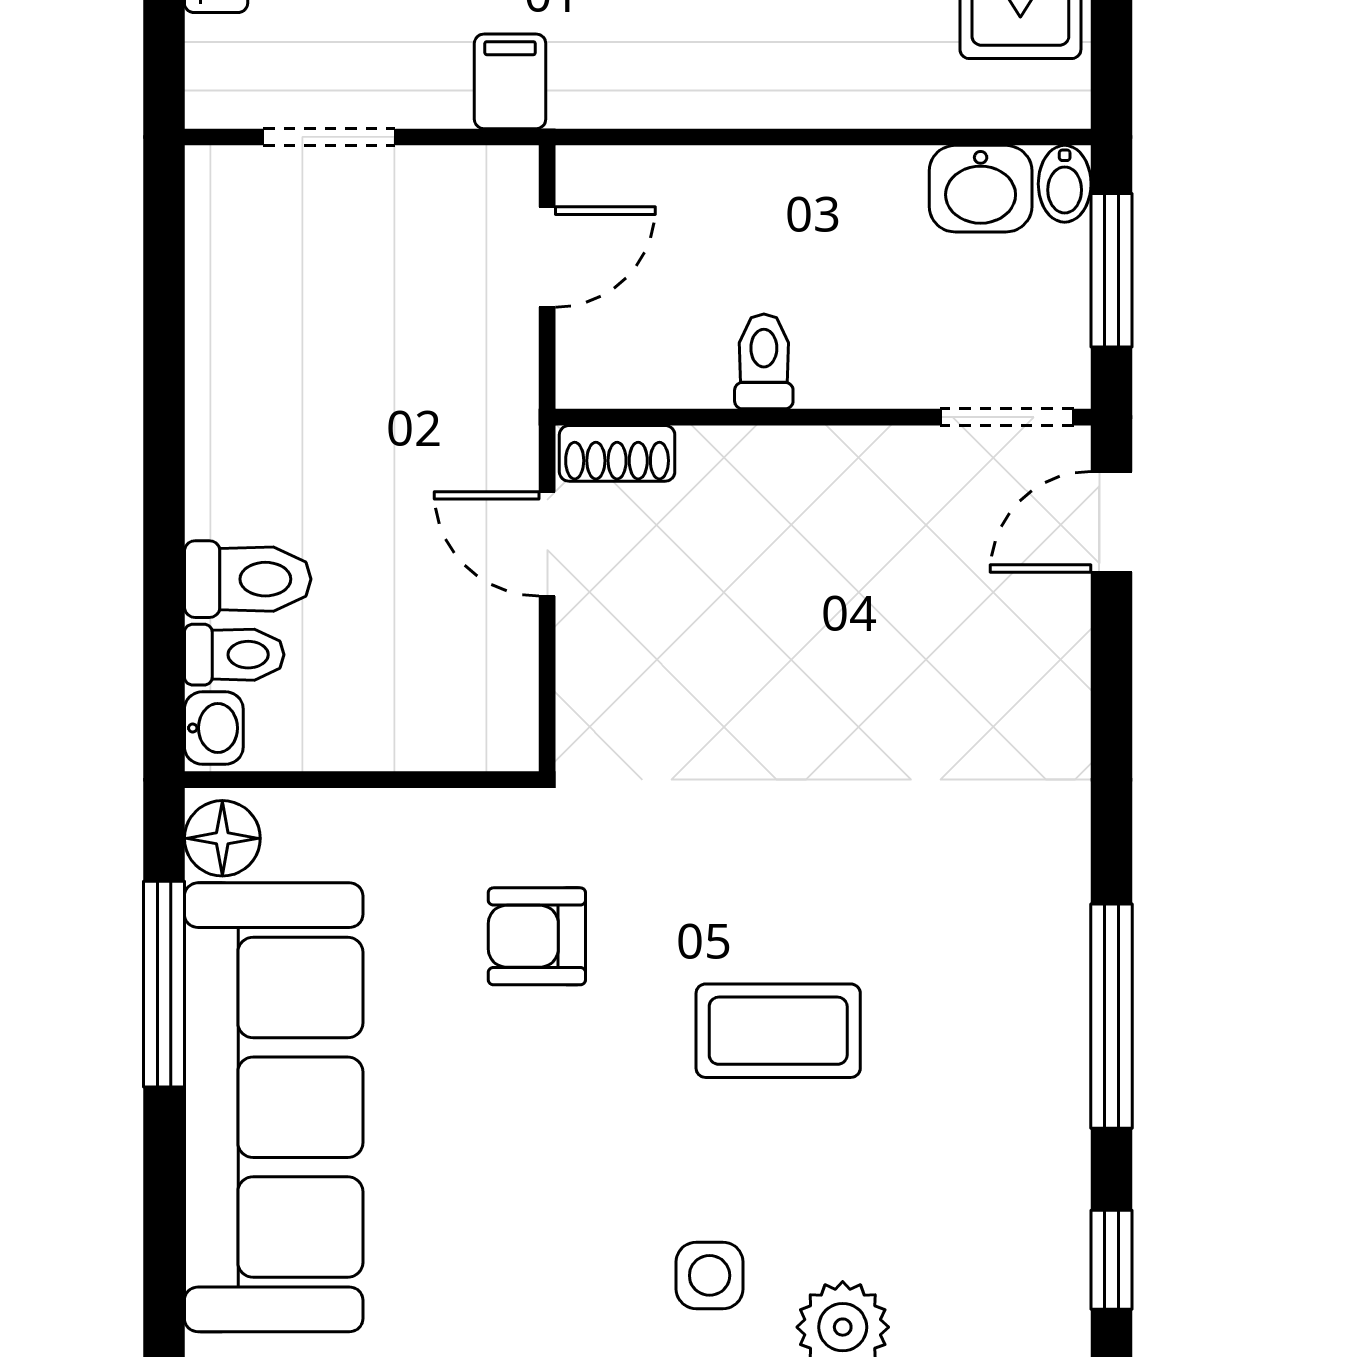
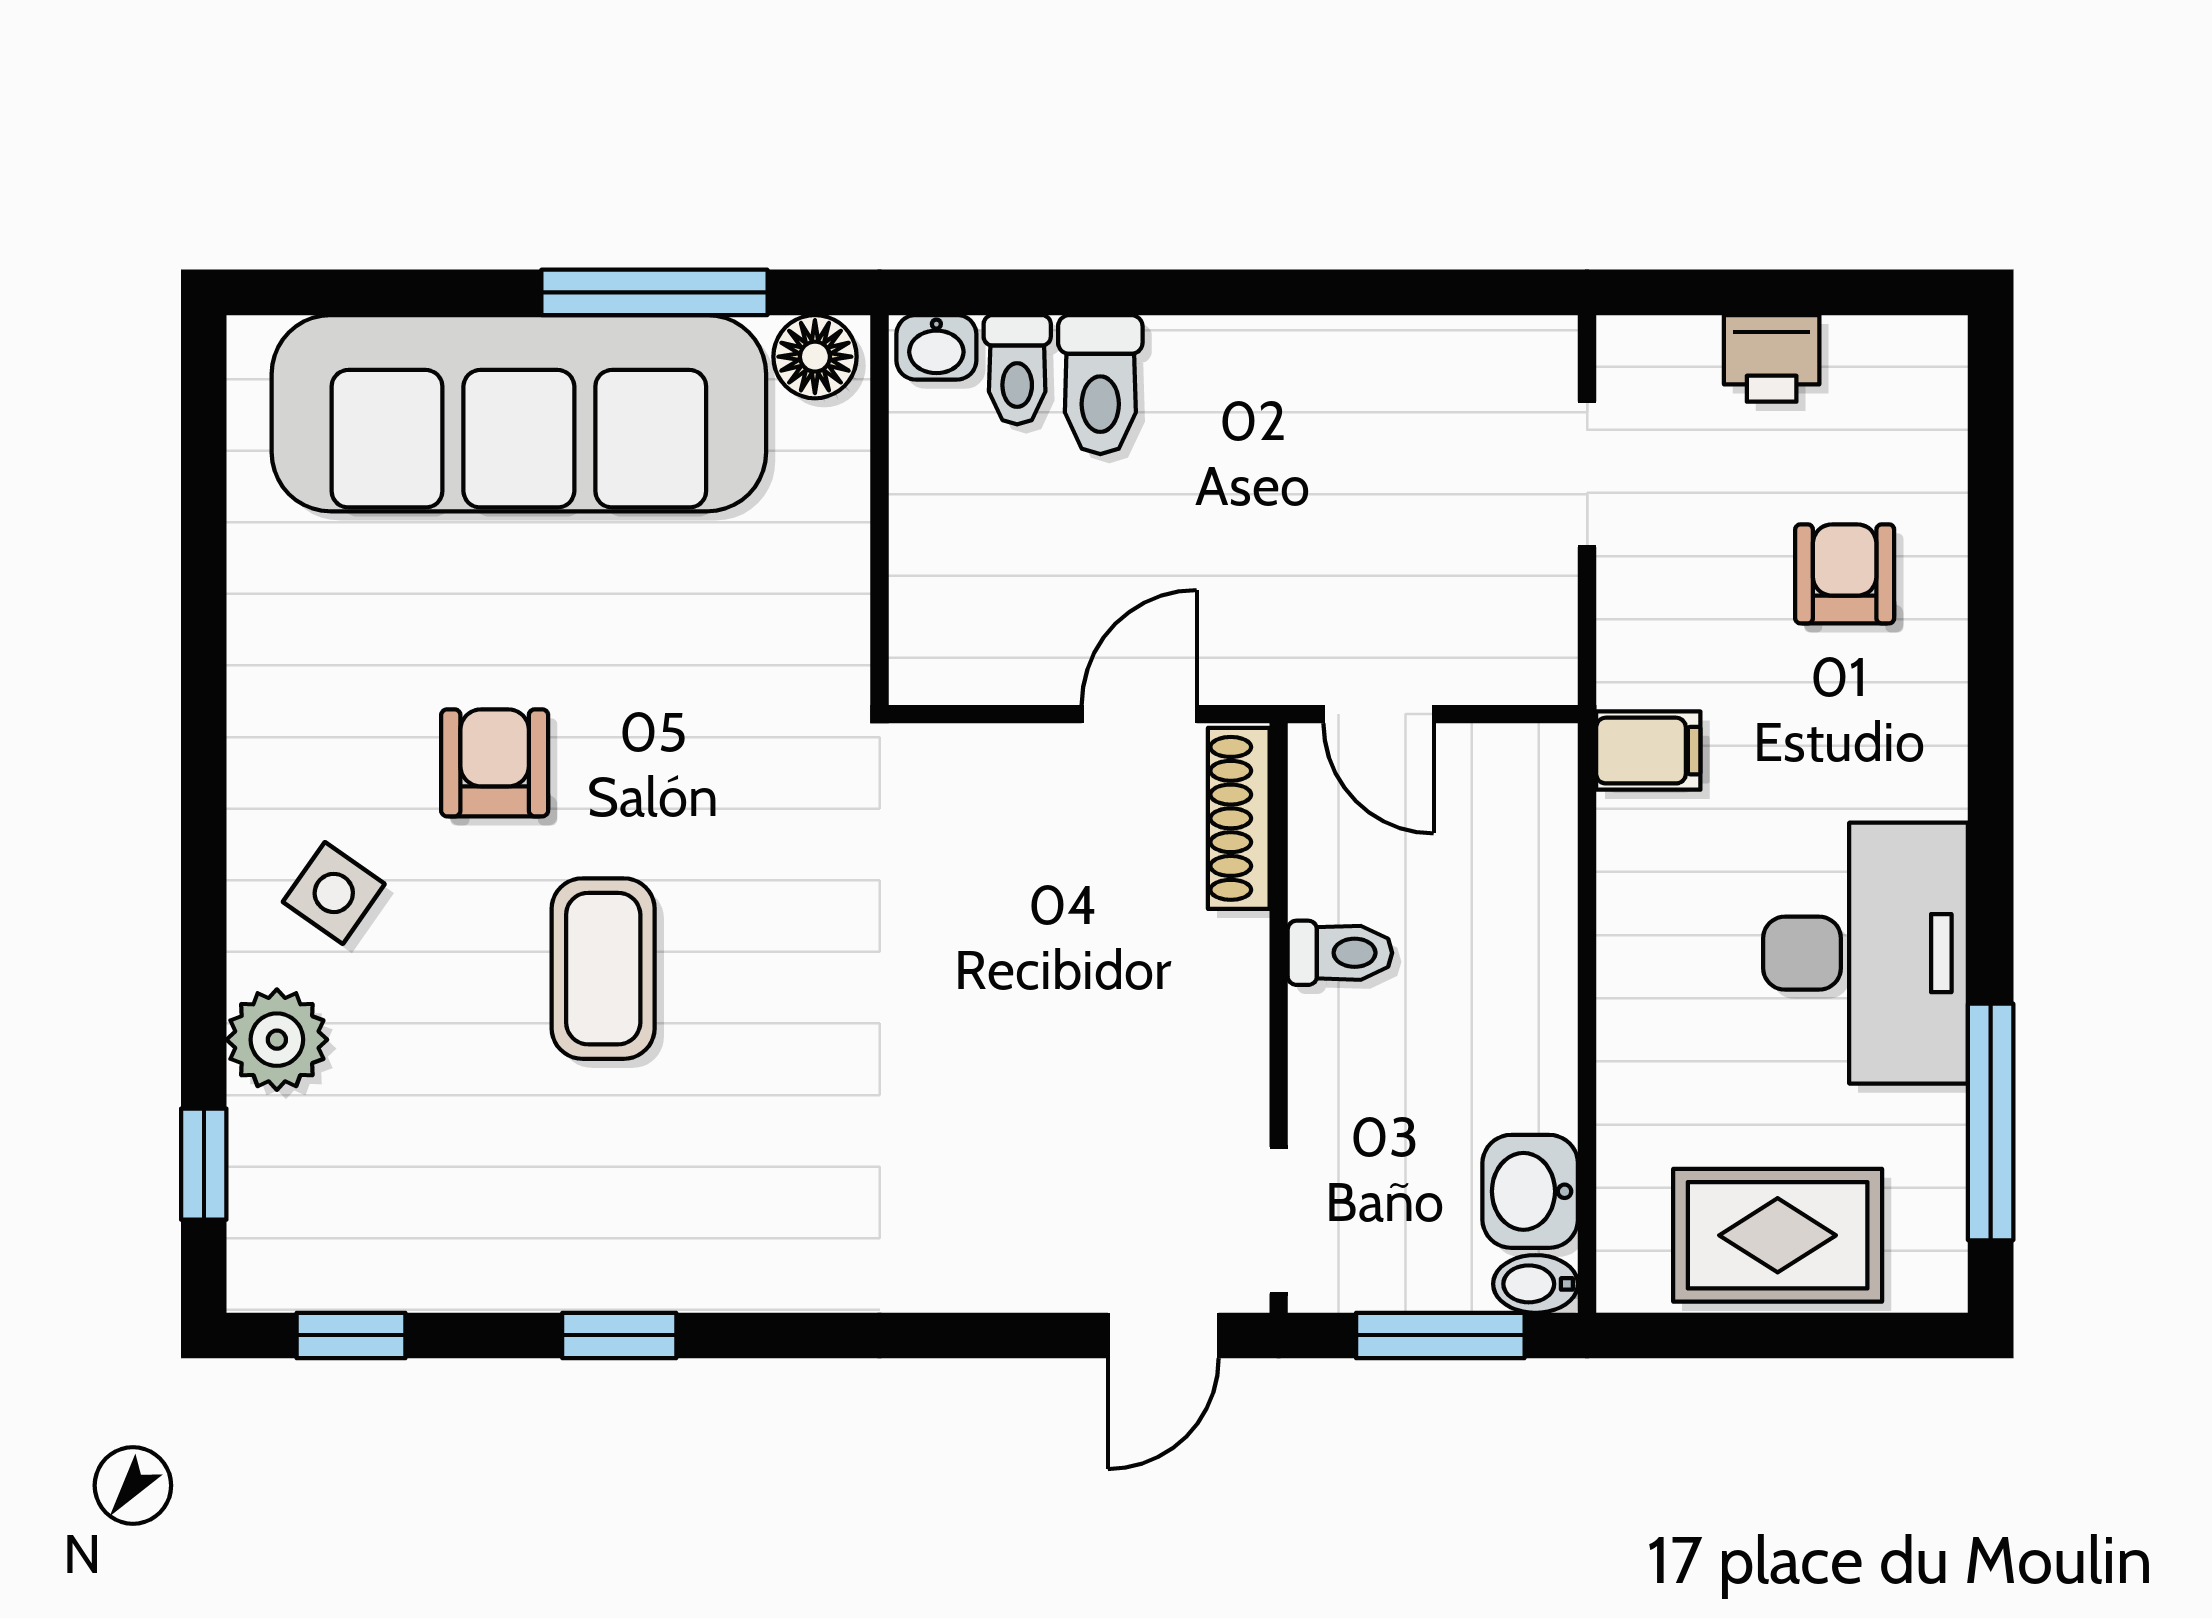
filing cabinet: (510, 81) -> (1648, 751), moved
door: (547, 257) -> (1379, 714), moved
shoe rack: (617, 453) -> (1239, 818), width x1.43
door: (1111, 522) -> (1163, 1335), swing flipped
armchair: (537, 936) -> (495, 763), moved
window: (1111, 1016) -> (619, 1335), width x0.46
side table: (710, 1275) -> (334, 893), turned 35

